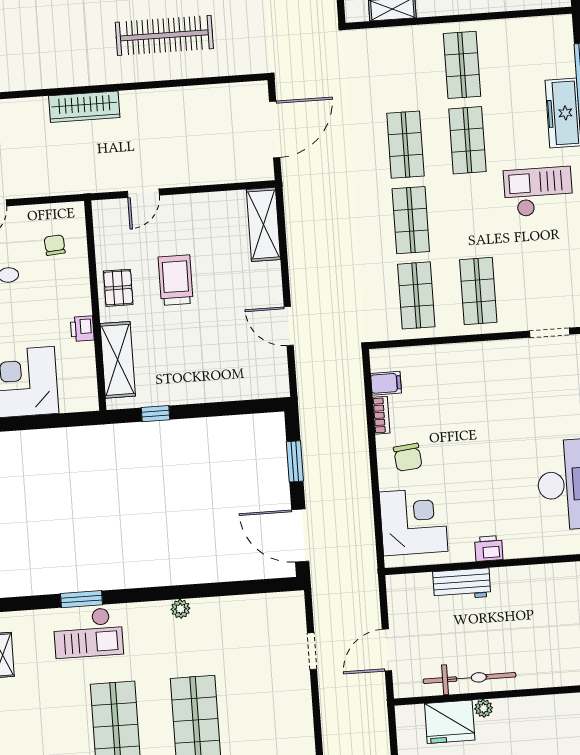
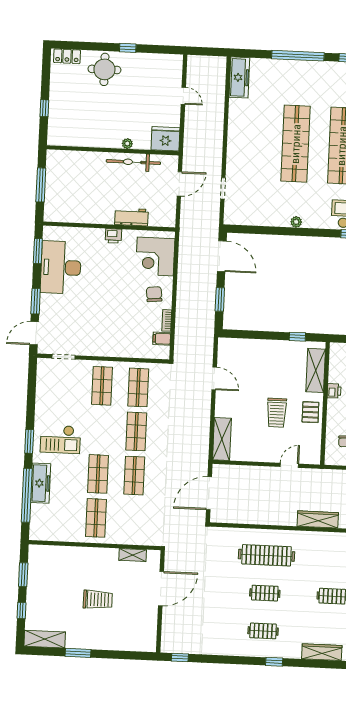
fridge: (450, 722) -> (165, 139), moved

